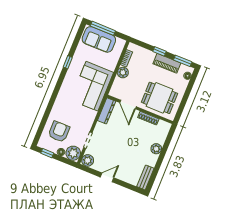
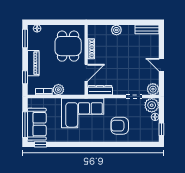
window: (160, 51) -> (25, 77), moved
window: (68, 62) -> (41, 144), moved
piano: (167, 63) -> (33, 63), moved
armchair: (59, 132) -> (120, 126), moved

